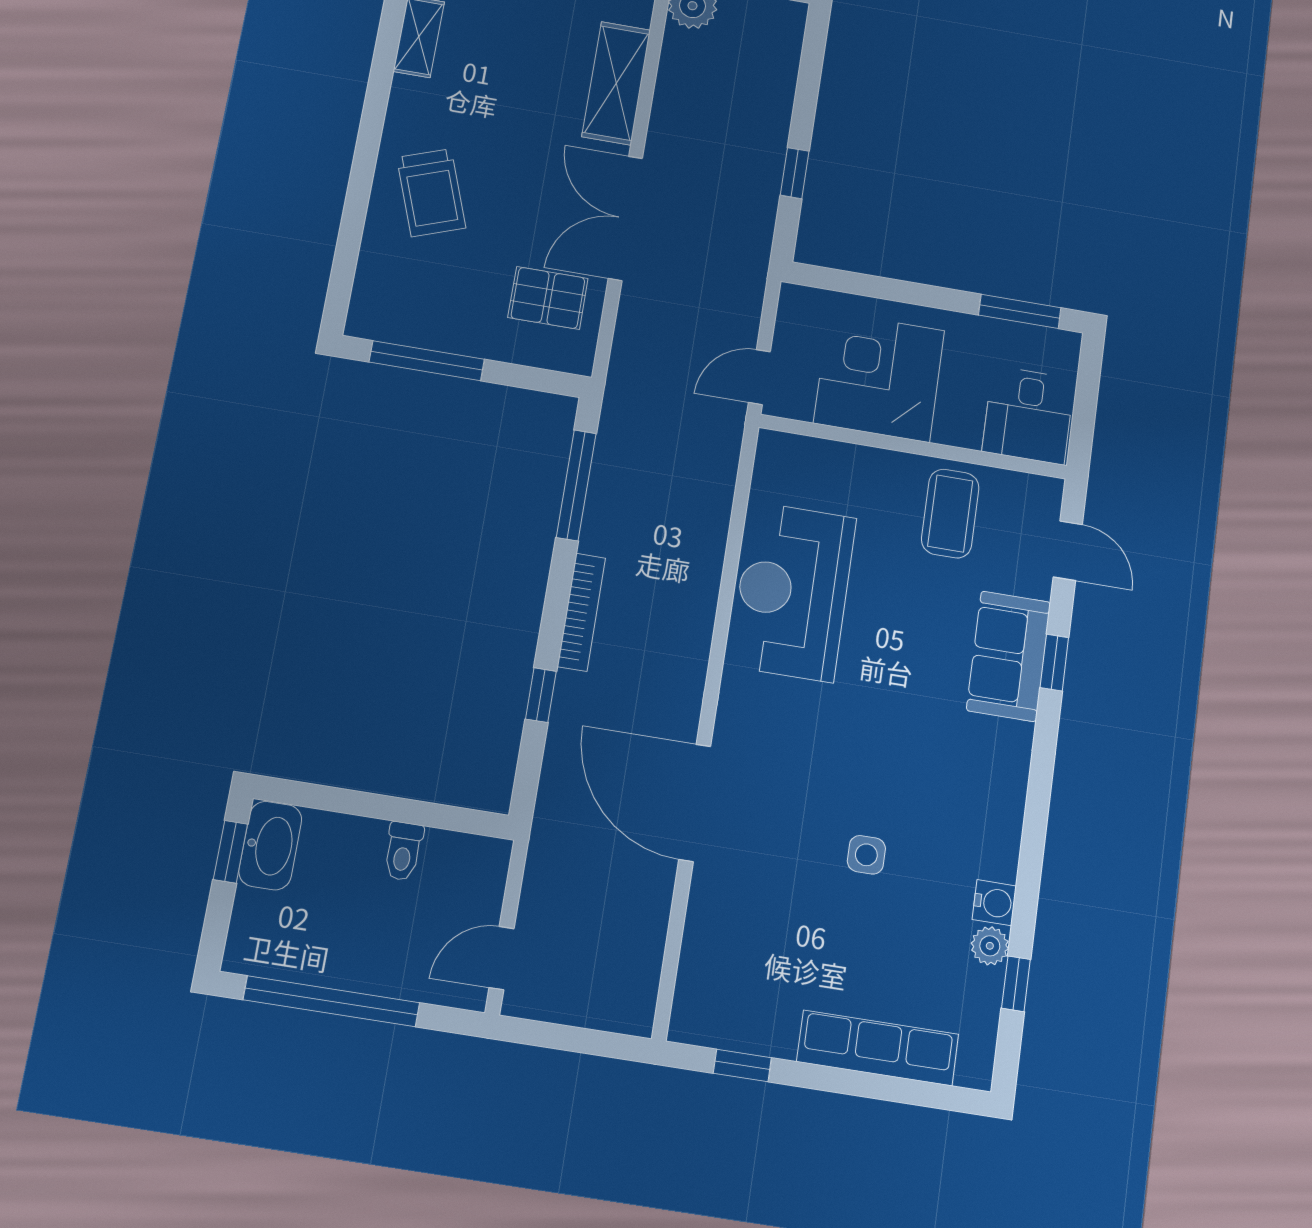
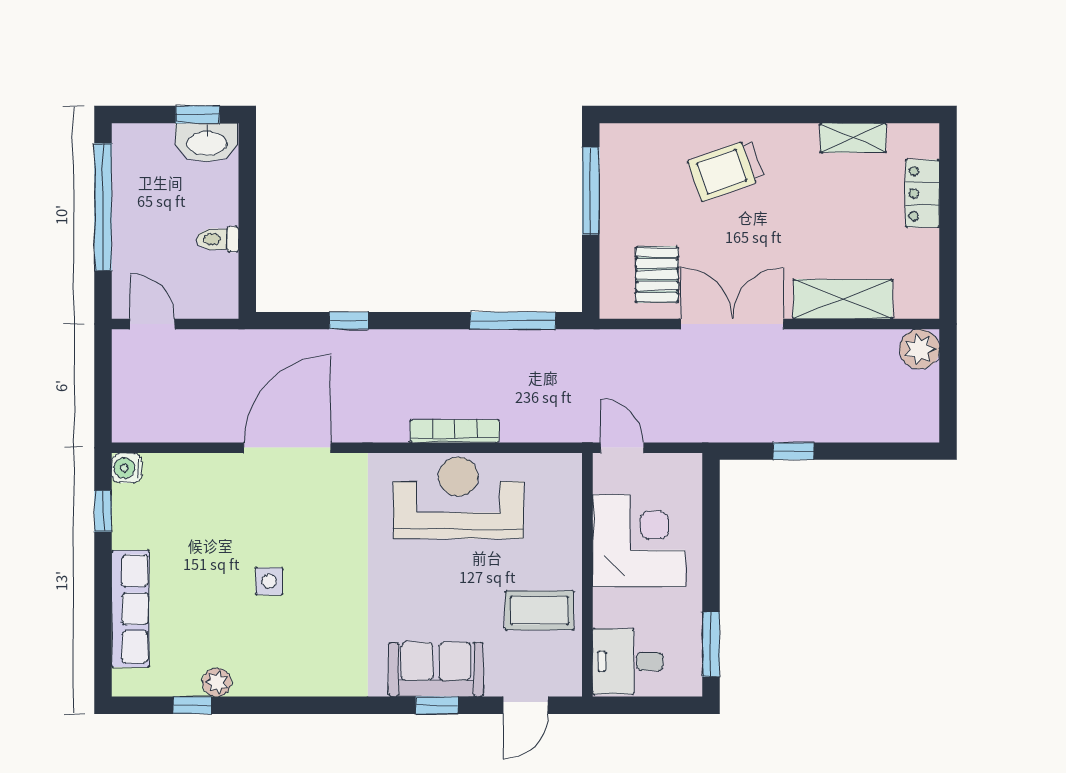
bookcase: (581, 612) -> (455, 431), moved, turned 180
water cooler: (994, 903) -> (127, 468), moved, turned 90

